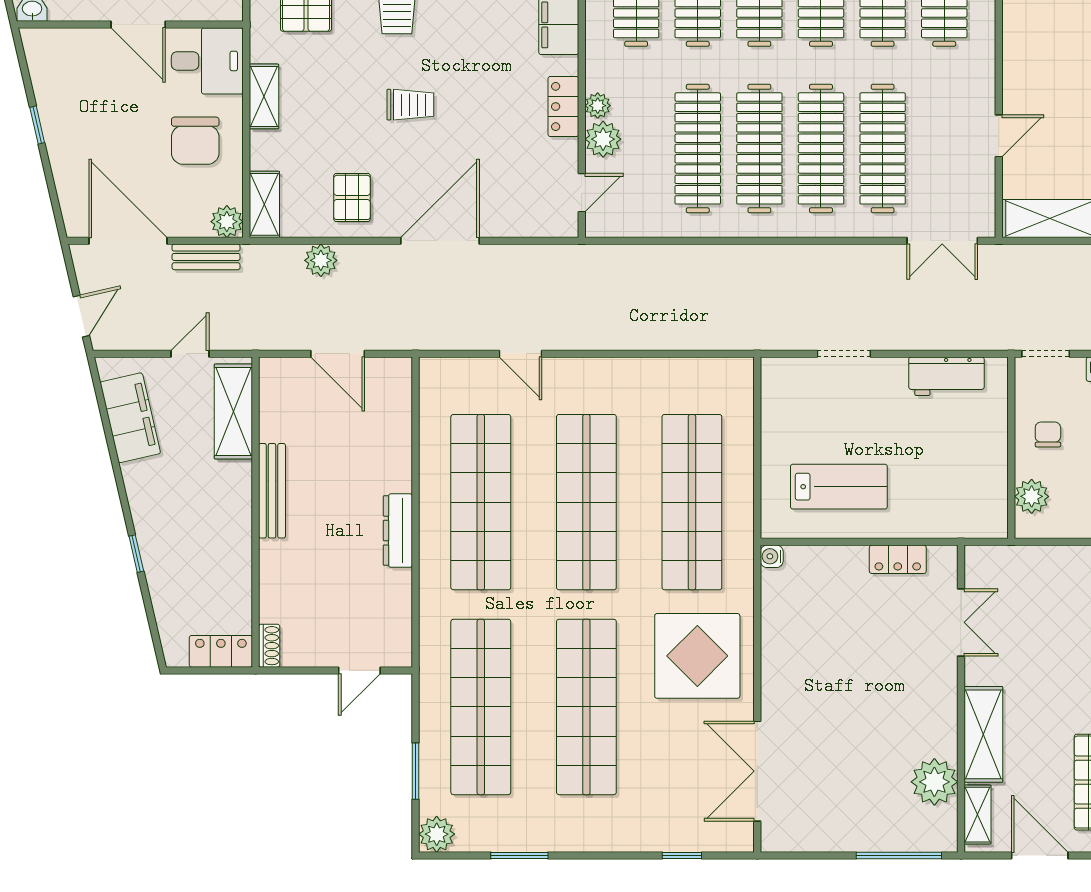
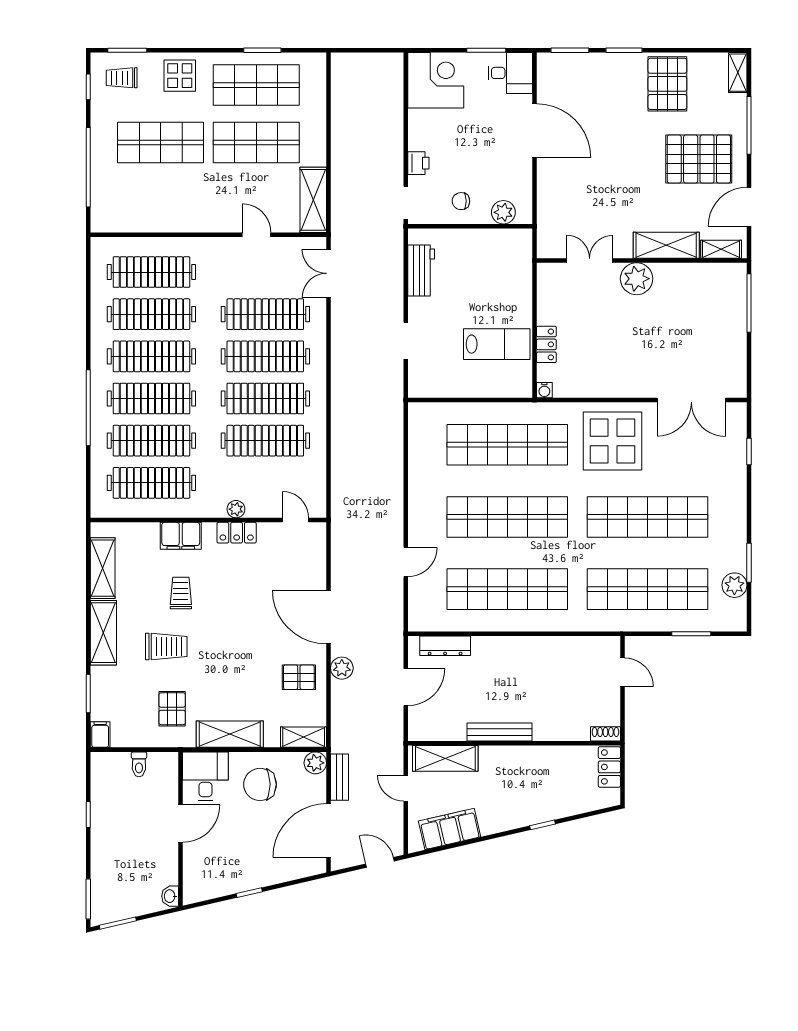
shelving: (264, 96) -> (230, 734), width x1.50, depth x1.33
trolley: (410, 105) -> (181, 593), moved
plant: (603, 139) -> (259, 505), removed
chair: (195, 141) -> (260, 784), turned 180
double door: (942, 241) -> (329, 273), swing flipped
plant: (321, 260) -> (342, 668), moved
lab bench: (839, 487) -> (497, 344), turned 90
dresser: (398, 531) -> (445, 646), moved
locker: (898, 559) -> (546, 344), moved
plant: (934, 782) -> (637, 279), moved
plant: (437, 834) -> (734, 585), moved

